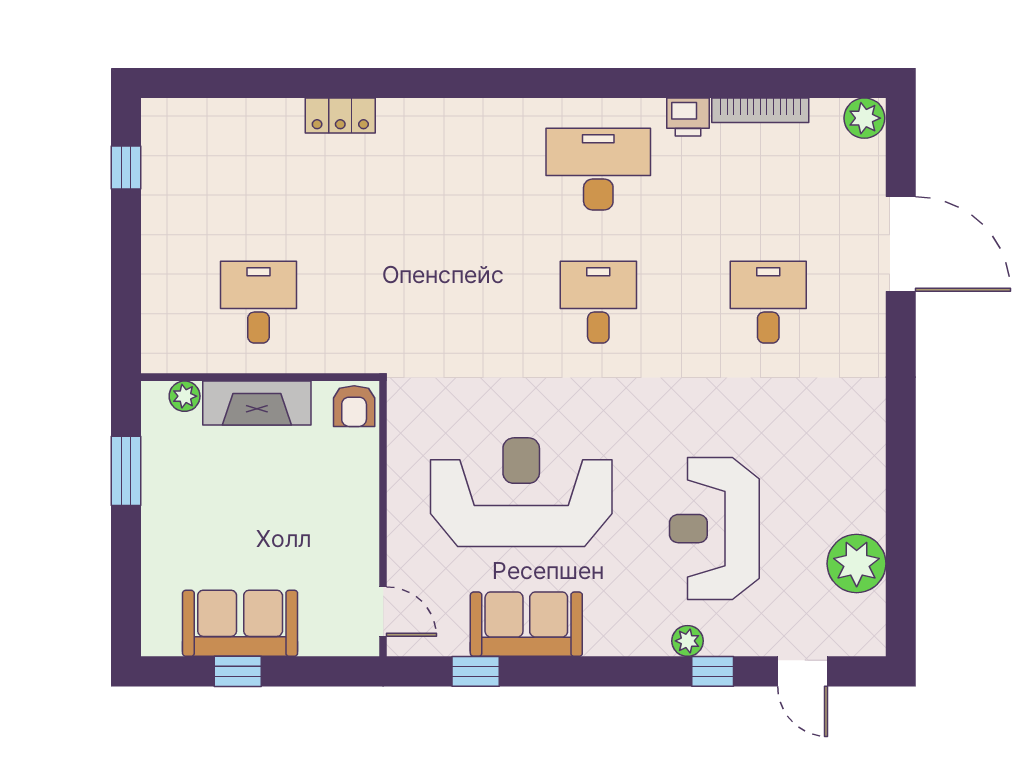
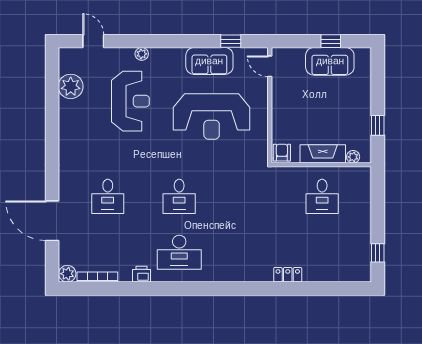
bookcase: (760, 110) -> (97, 277), moved
window: (126, 471) -> (378, 125), width x0.67
window: (713, 671) -> (131, 41), removed

